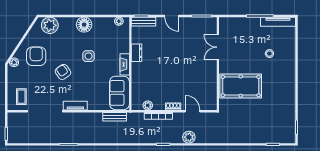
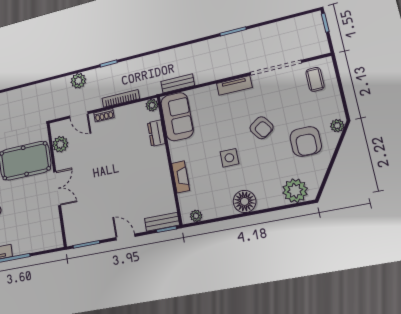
double door: (218, 47) -> (57, 189), moved
dresser: (137, 53) -> (156, 133), moved
fireplace: (125, 64) -> (181, 177), moved
plant: (210, 92) -> (60, 144), added
plant: (148, 105) -> (152, 105), moved

